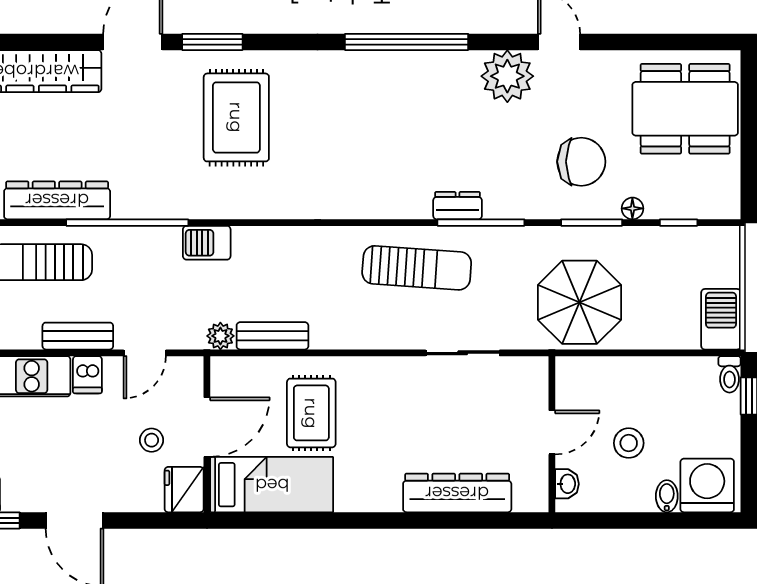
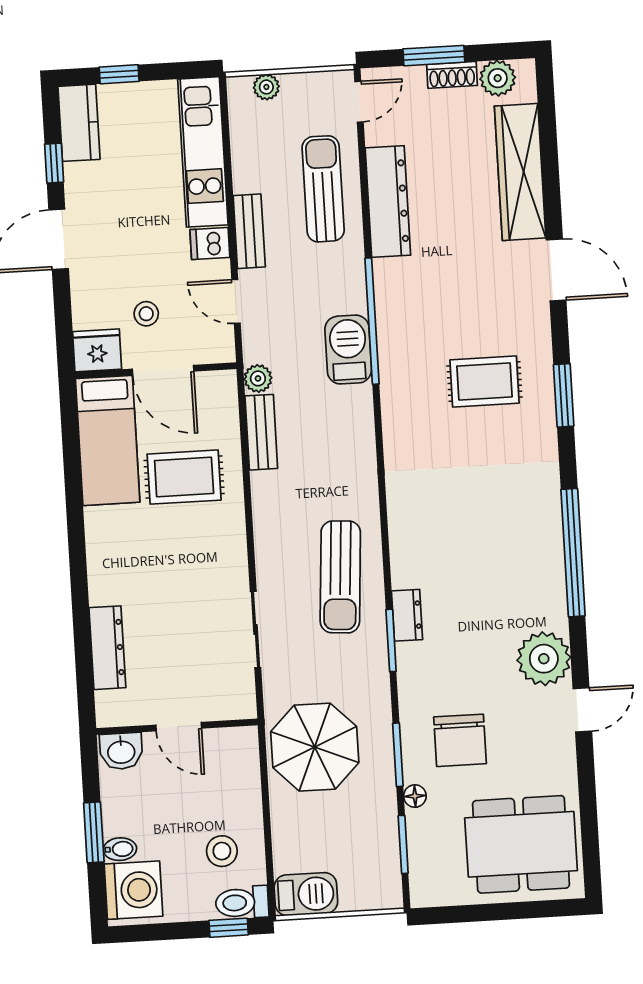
window: (212, 42) -> (564, 395), moved
dining table: (685, 109) -> (521, 844), turned 90
rug: (236, 117) -> (485, 381), width x0.73, depth x0.70
window: (127, 223) -> (372, 321), moved
window: (481, 223) -> (391, 640), width x0.69
window: (679, 223) -> (403, 844), width x1.50
barbecue: (207, 243) -> (348, 350), width x1.38, depth x1.27
toilet: (730, 374) -> (242, 902), width x1.37, depth x1.39
stool: (629, 443) -> (222, 851), moved
washbasin: (567, 484) -> (121, 751), width x1.38, depth x1.45
dresser: (457, 493) -> (107, 648), width x0.73, depth x0.80
window: (649, 520) -> (94, 832), added

